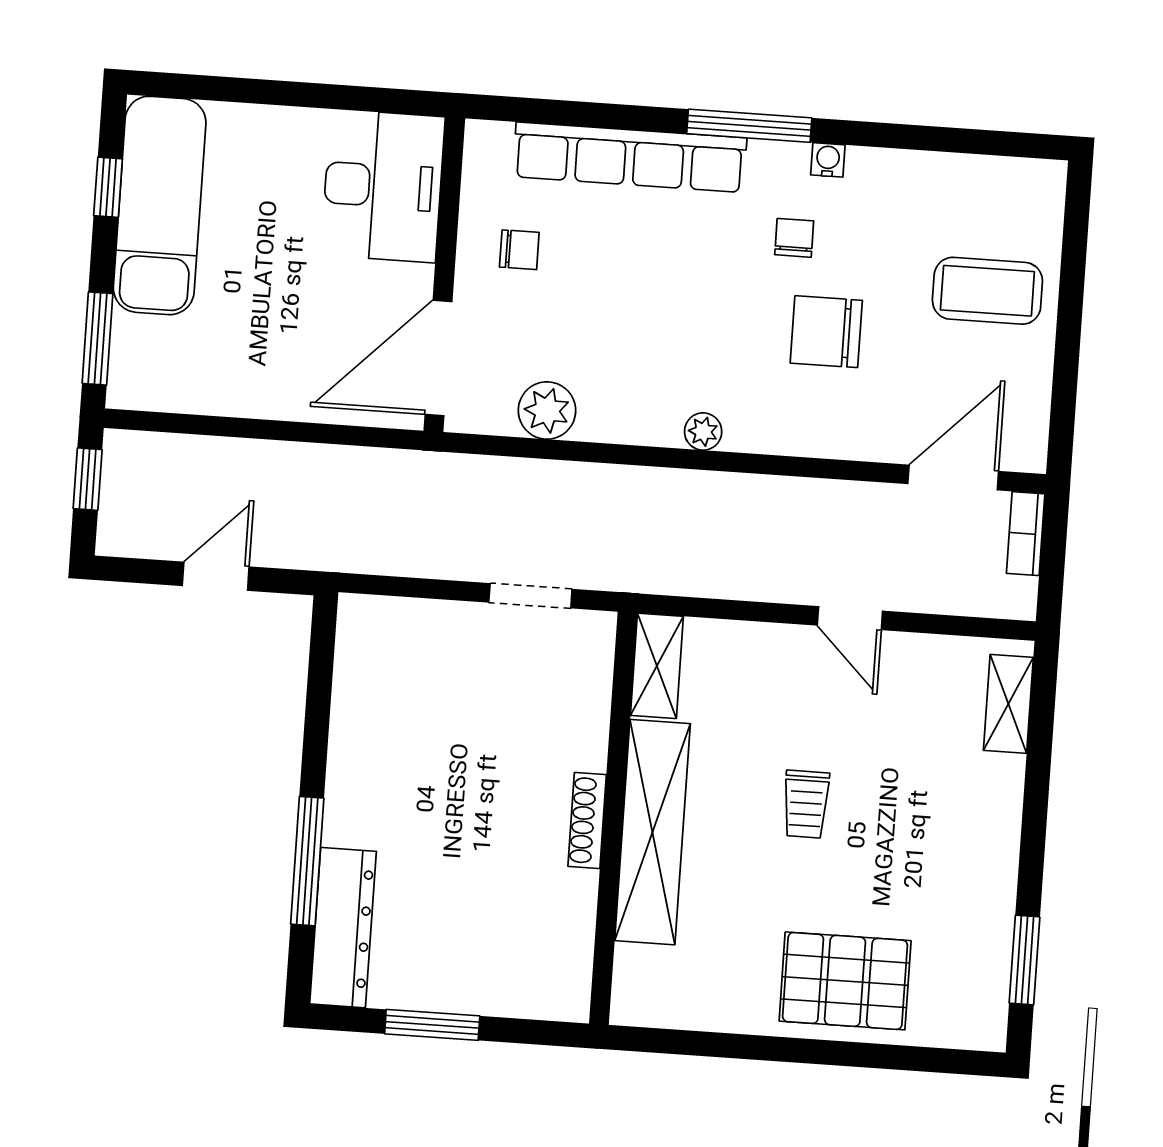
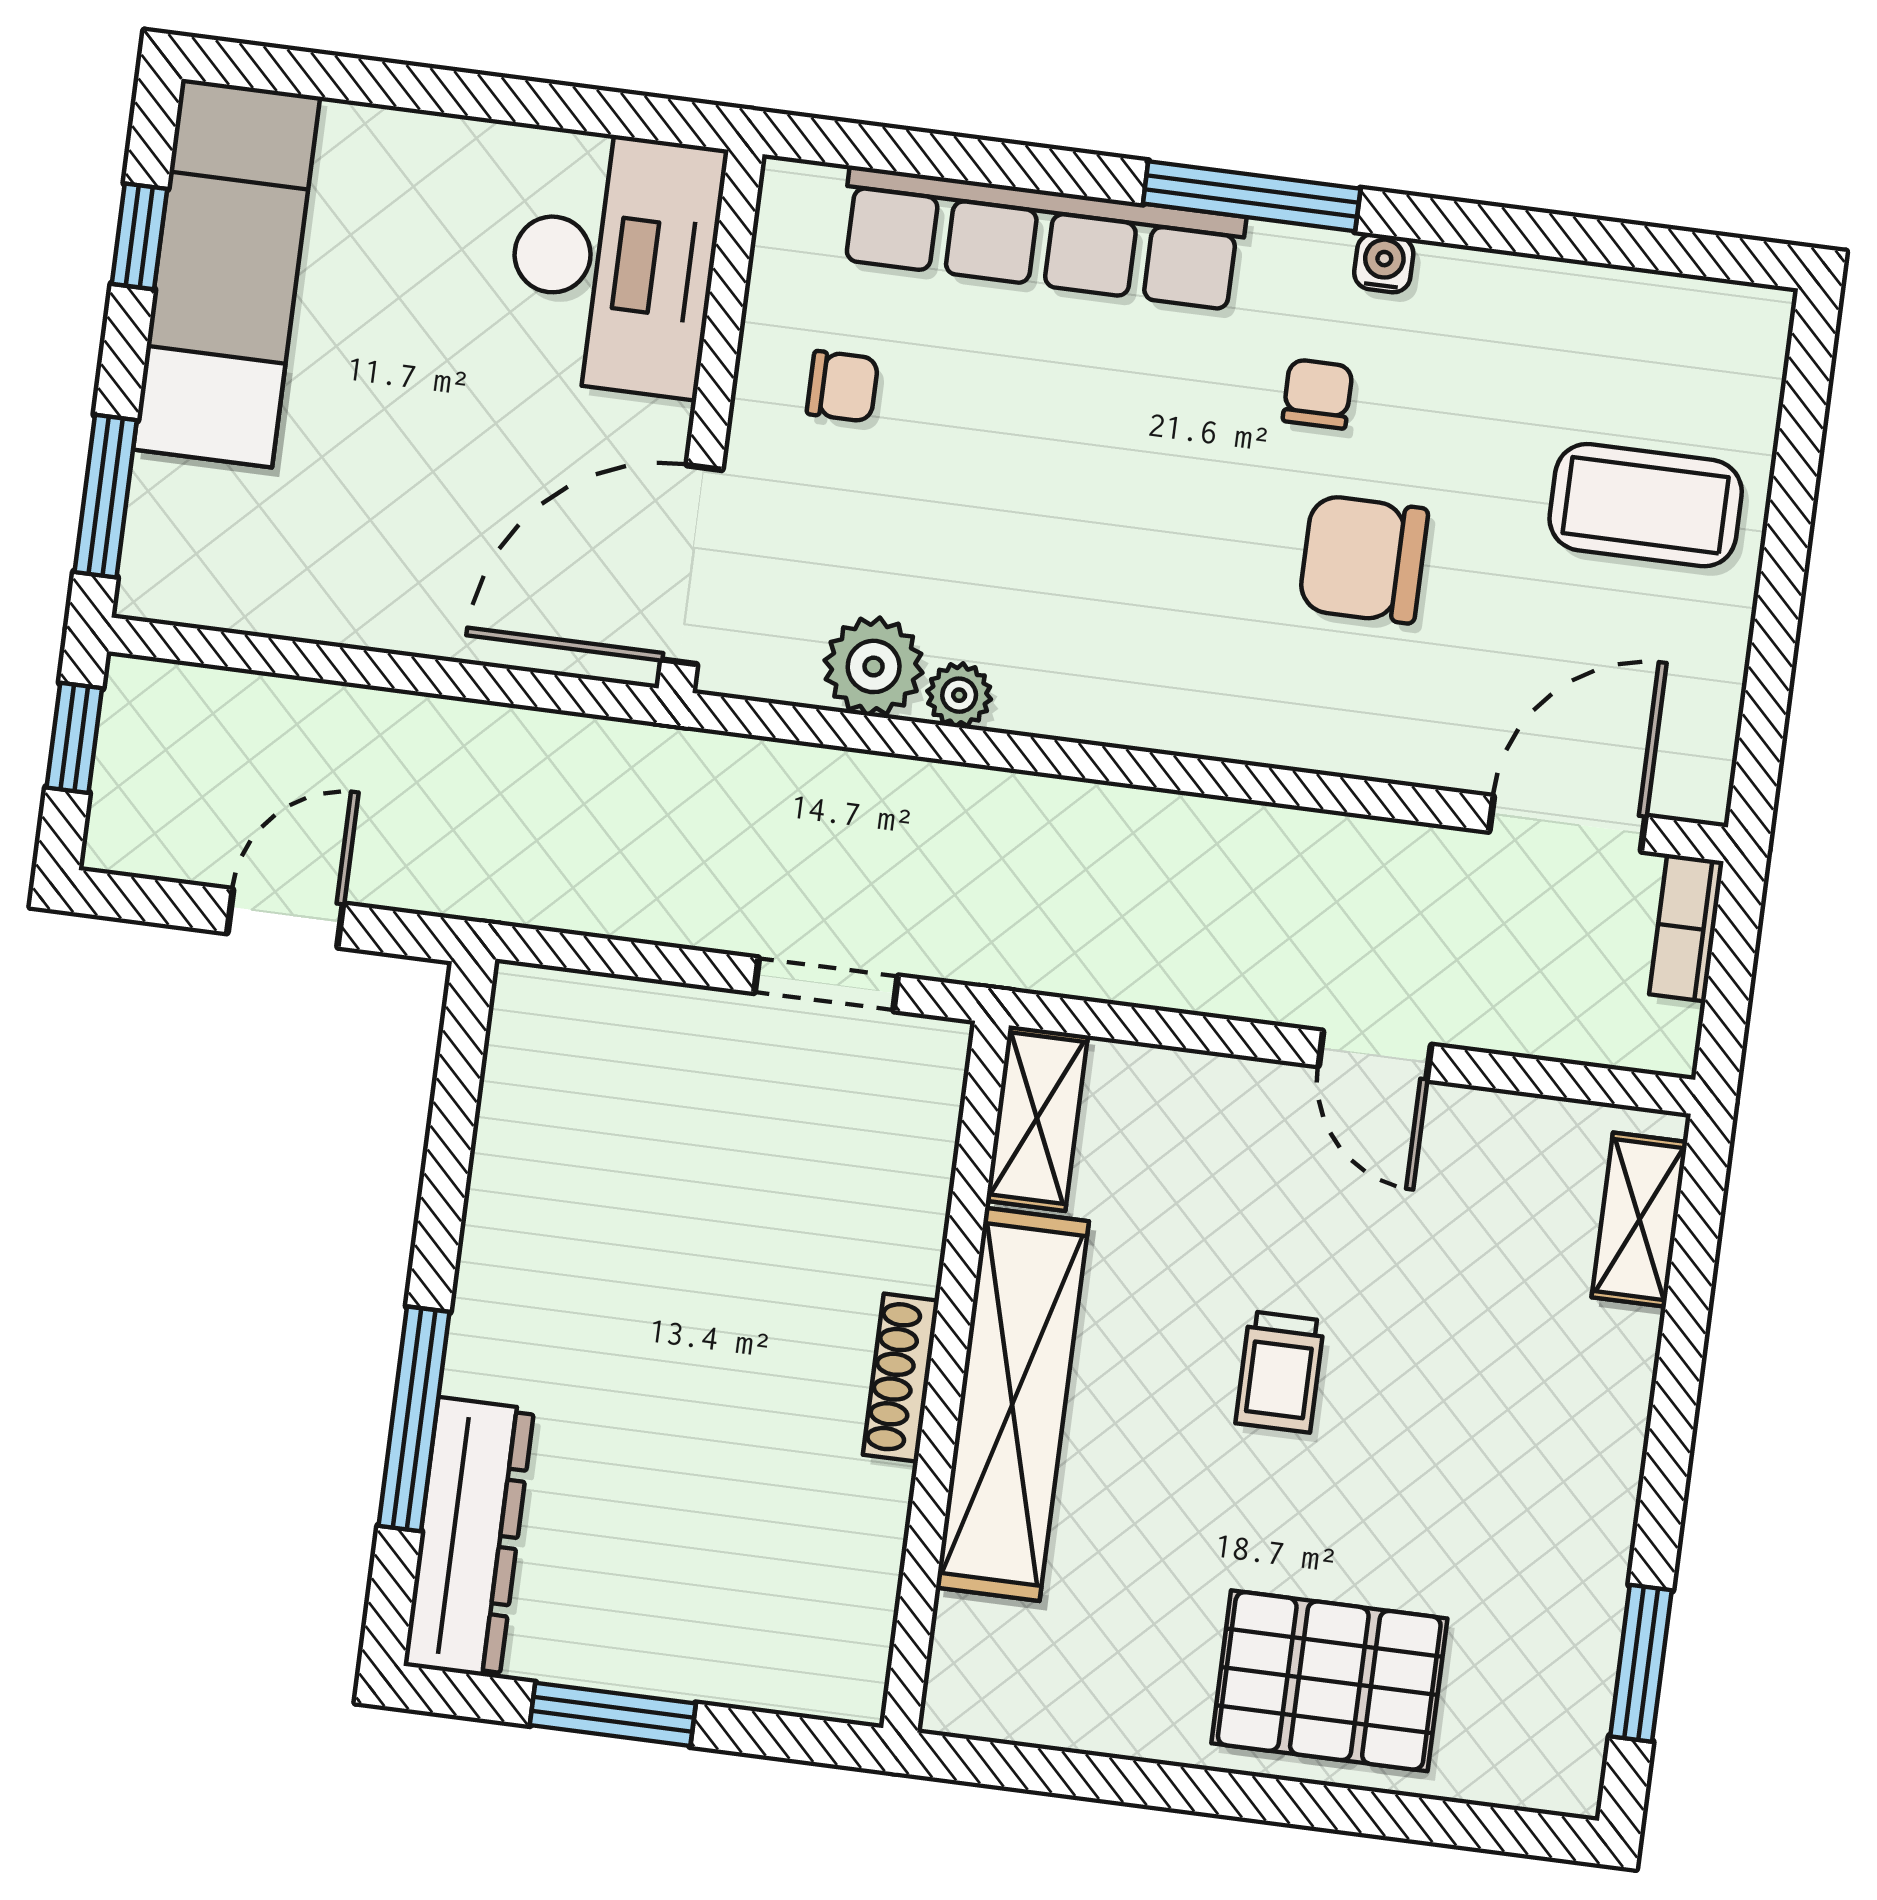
plant: (703, 432) -> (959, 695), moved

